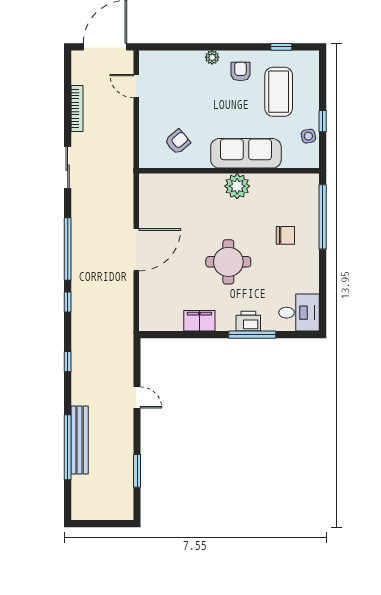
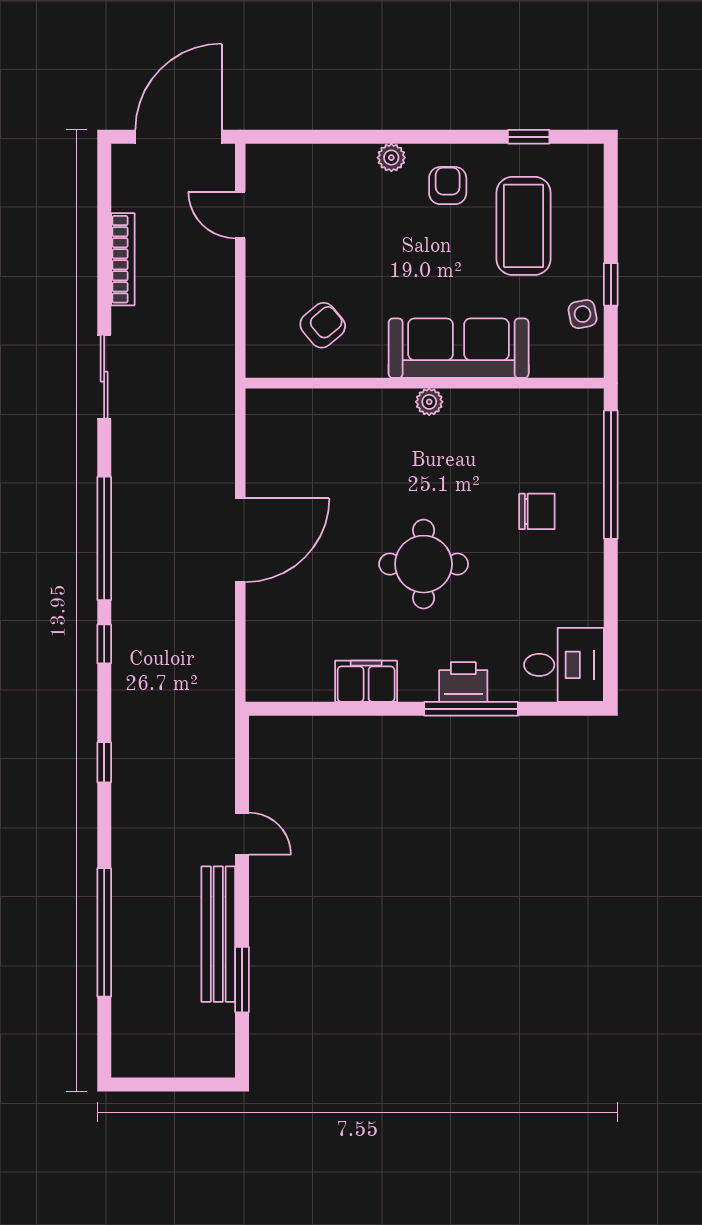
plant: (237, 186) -> (429, 402), width x0.53, depth x0.53
bench: (80, 440) -> (218, 934), moved

